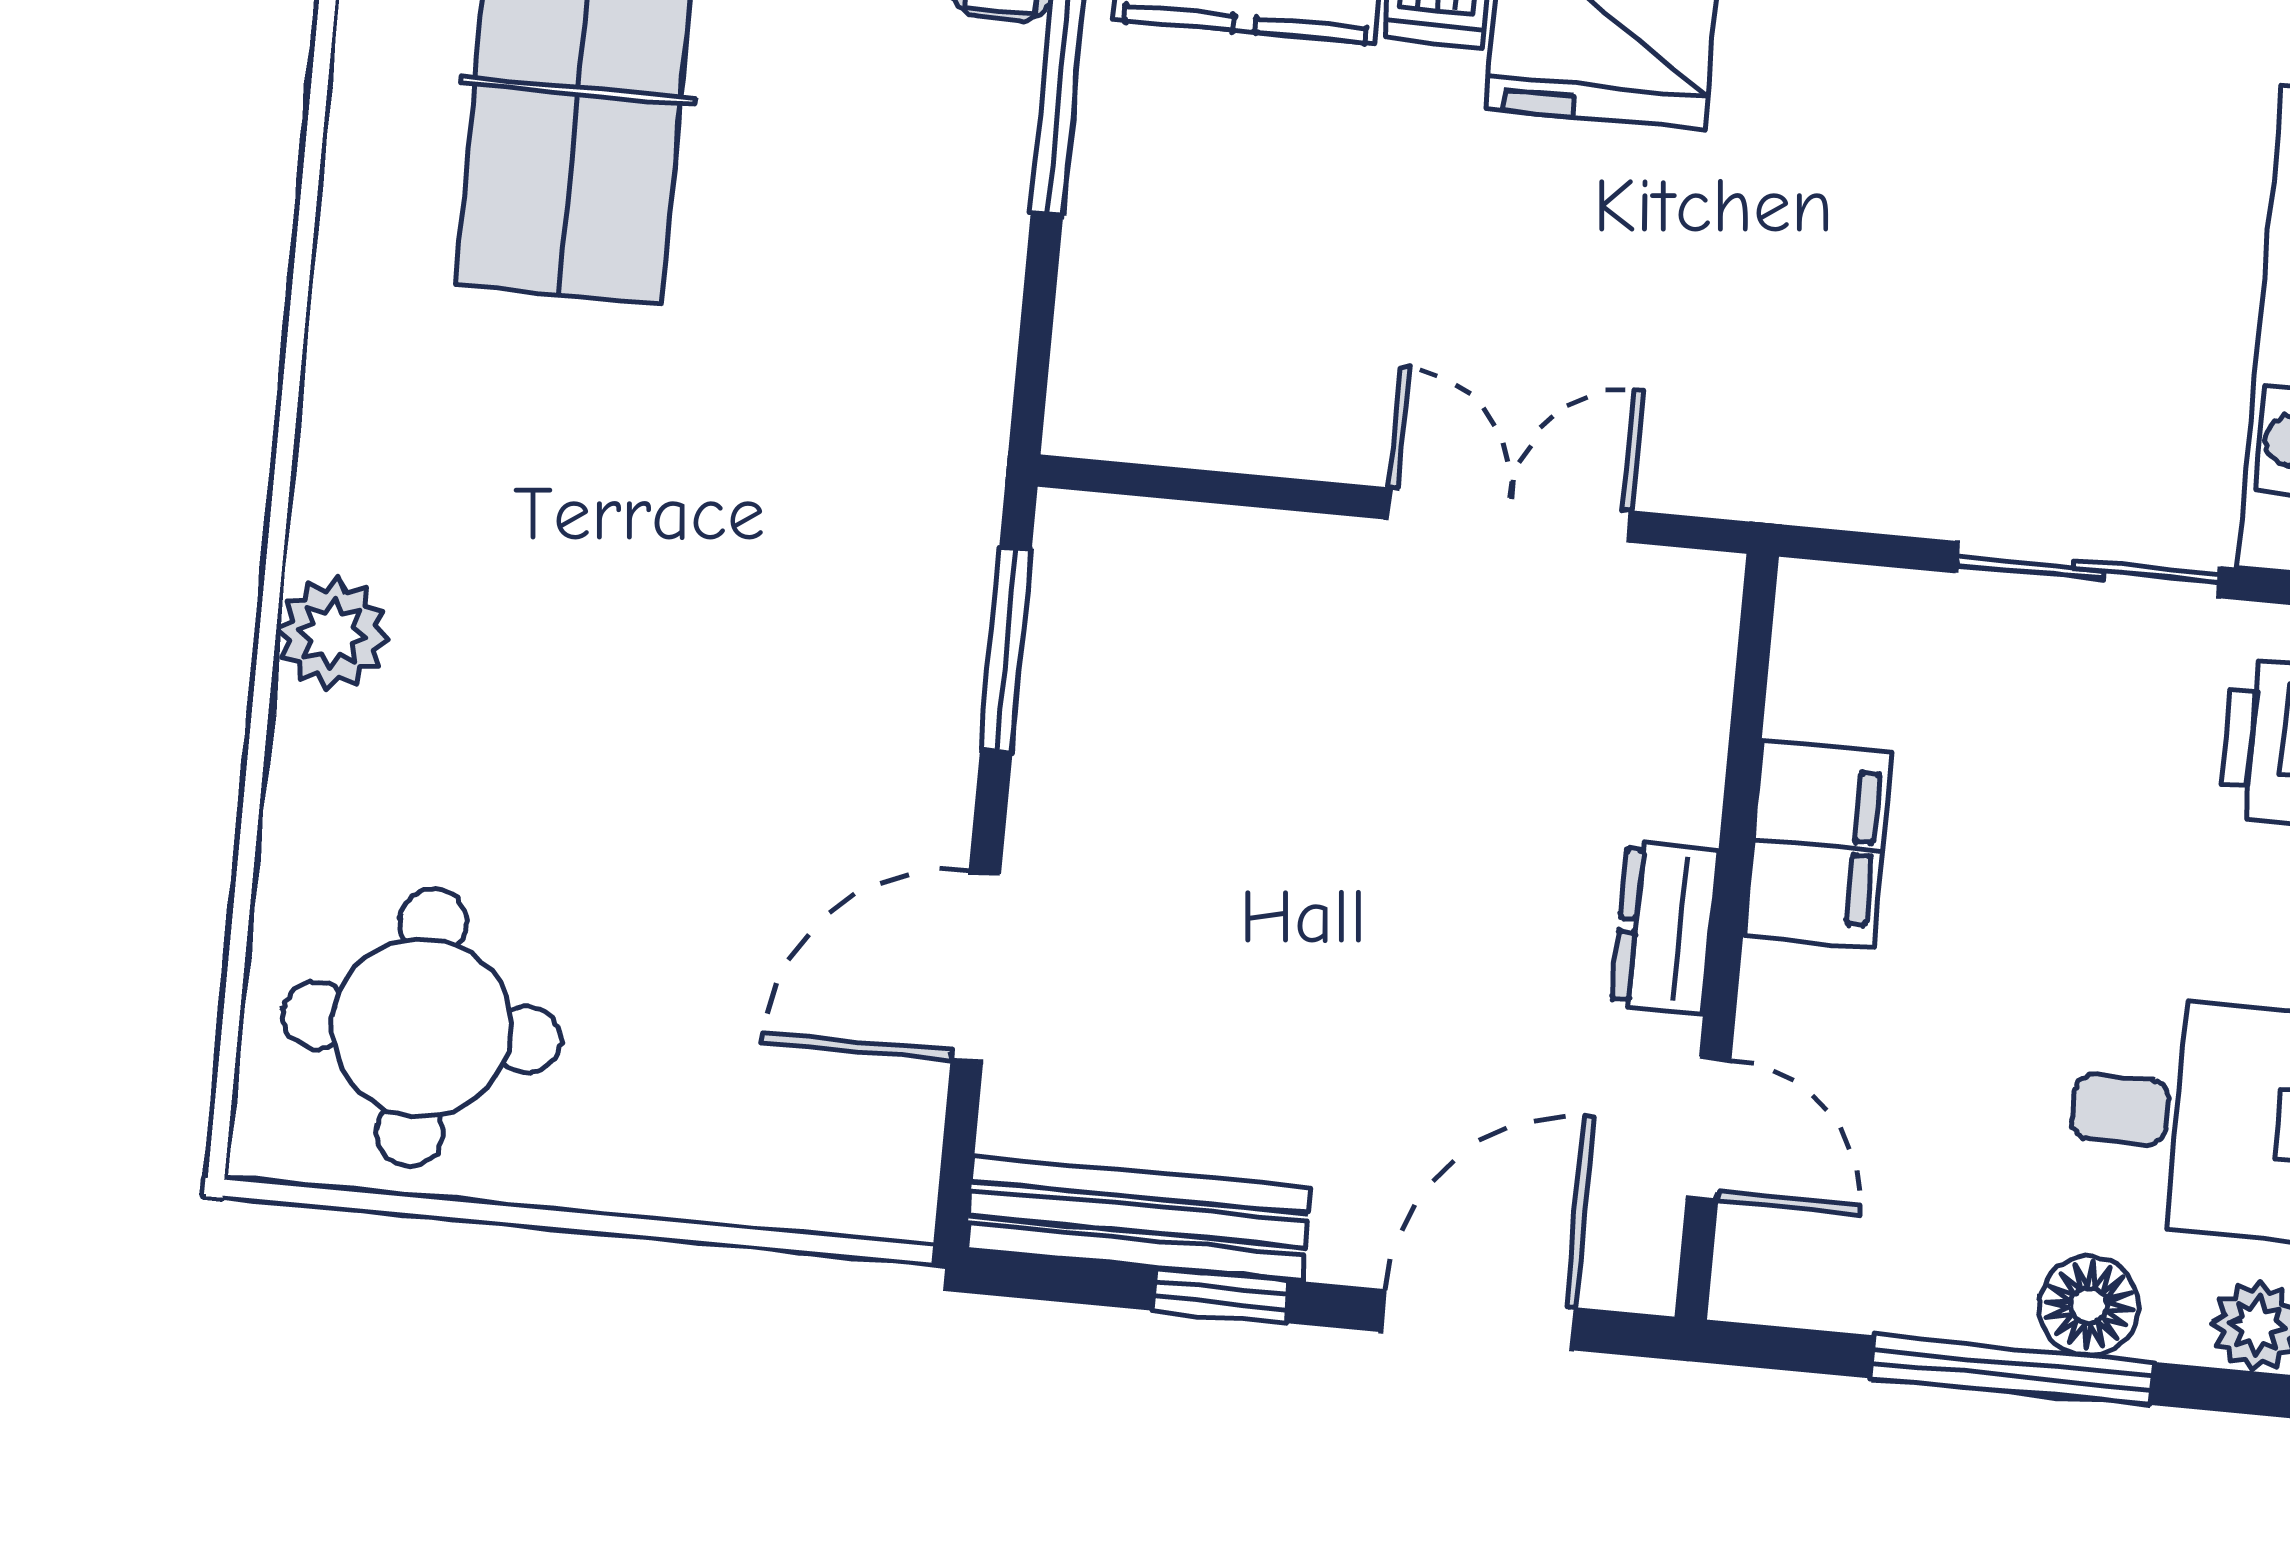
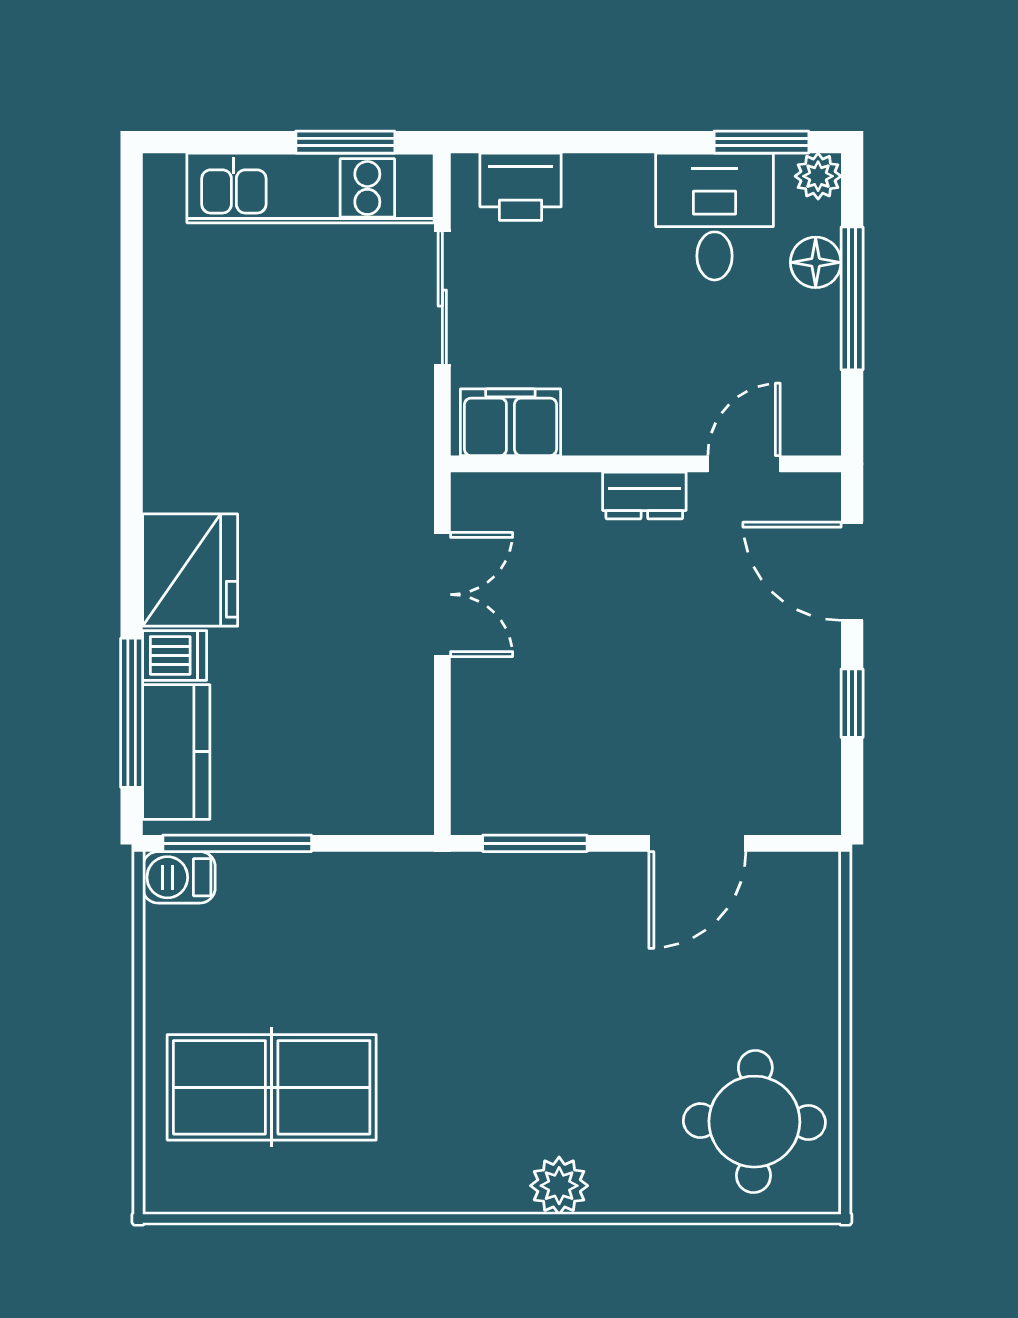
double door: (1509, 515) -> (442, 595), swing flipped
filing cabinet: (1817, 844) -> (510, 422), moved
door: (976, 967) -> (697, 843), hinge flipped
bench: (1138, 1218) -> (817, 749), removed

